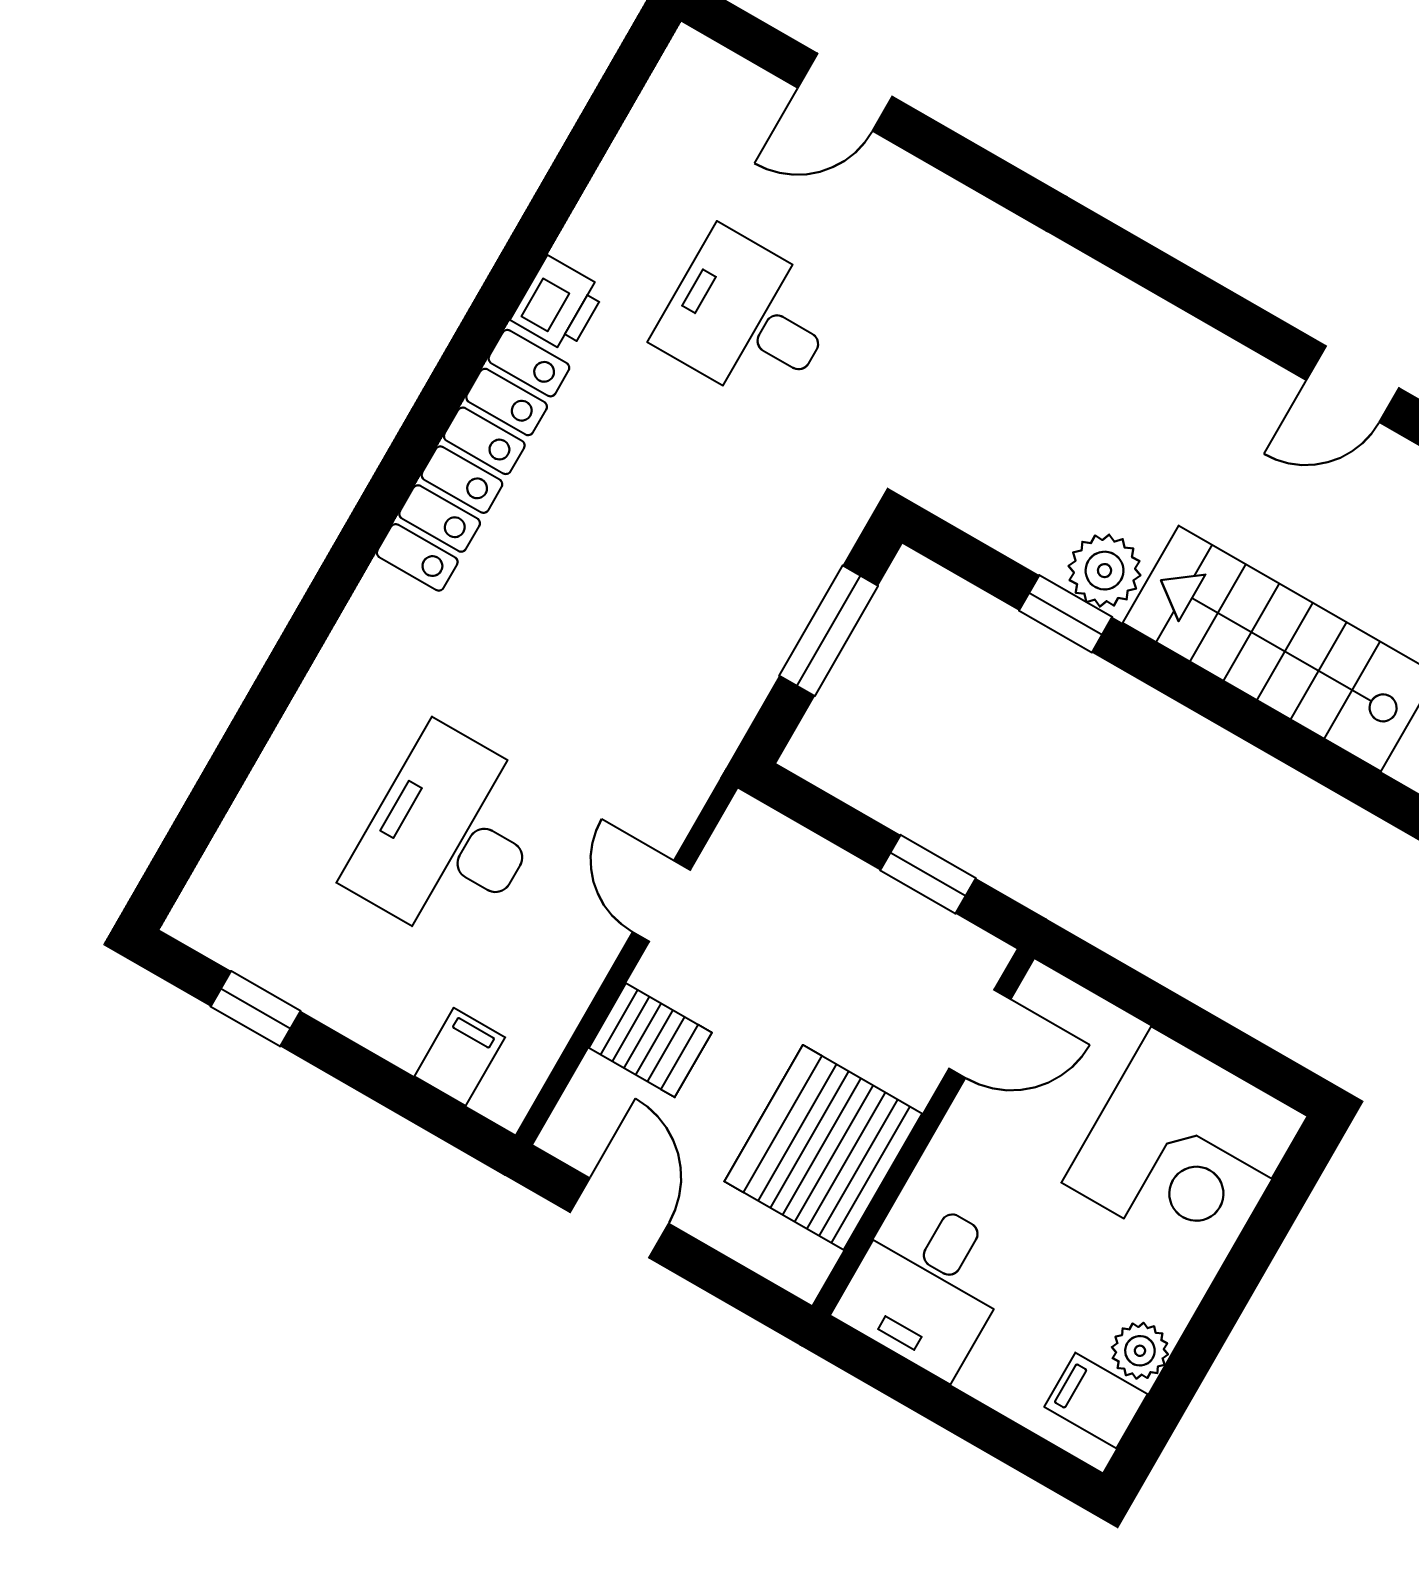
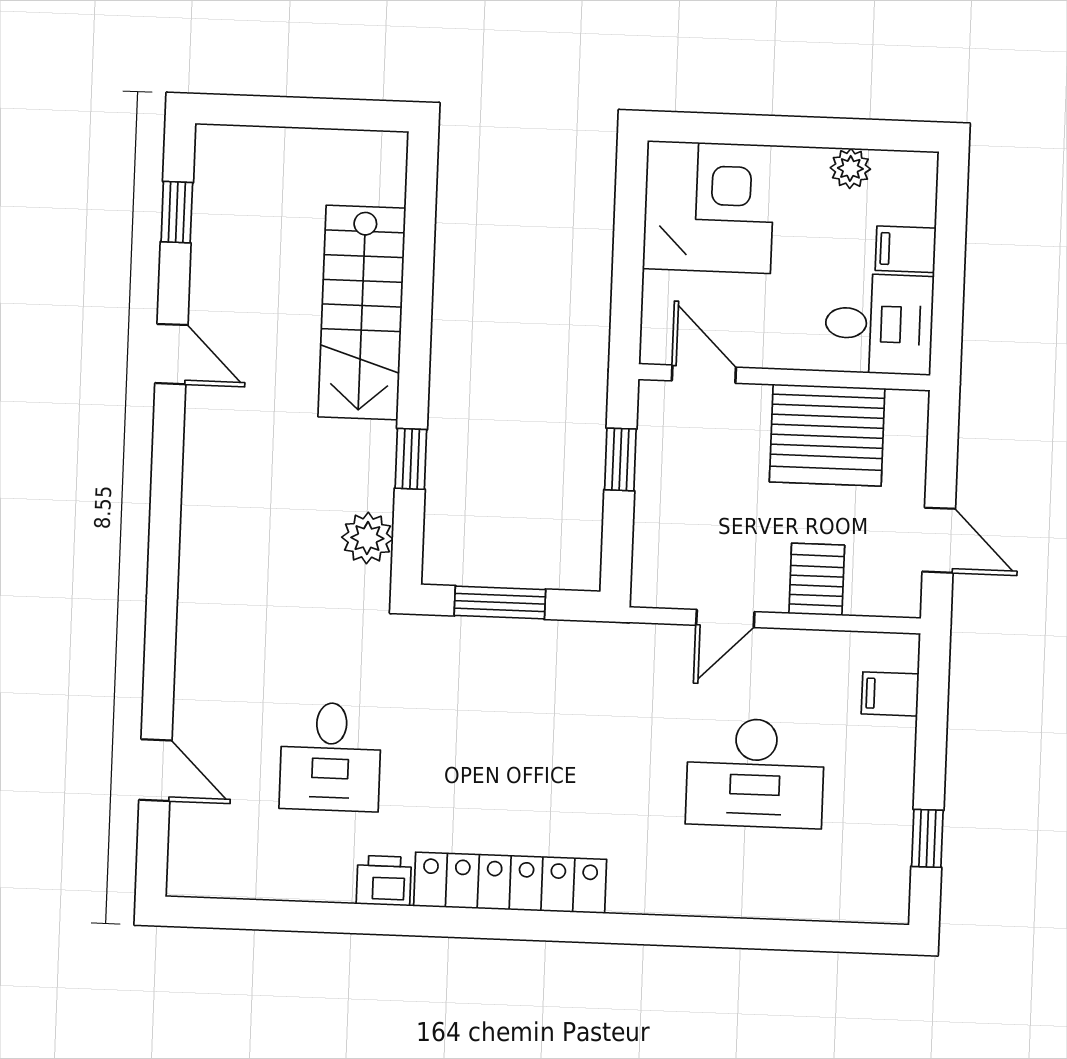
plant: (1105, 571) -> (367, 538), moved
door: (619, 1218) -> (939, 540), swing flipped
filing cabinet: (1096, 1401) -> (906, 249), moved, turned 90

